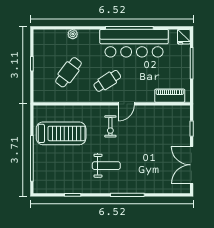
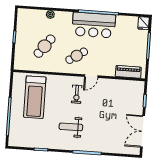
bar counter: (134, 43) -> (94, 25), width x0.73
treadmill: (61, 133) -> (35, 97), turned 90
weight bench: (106, 166) -> (71, 127), turned 180

